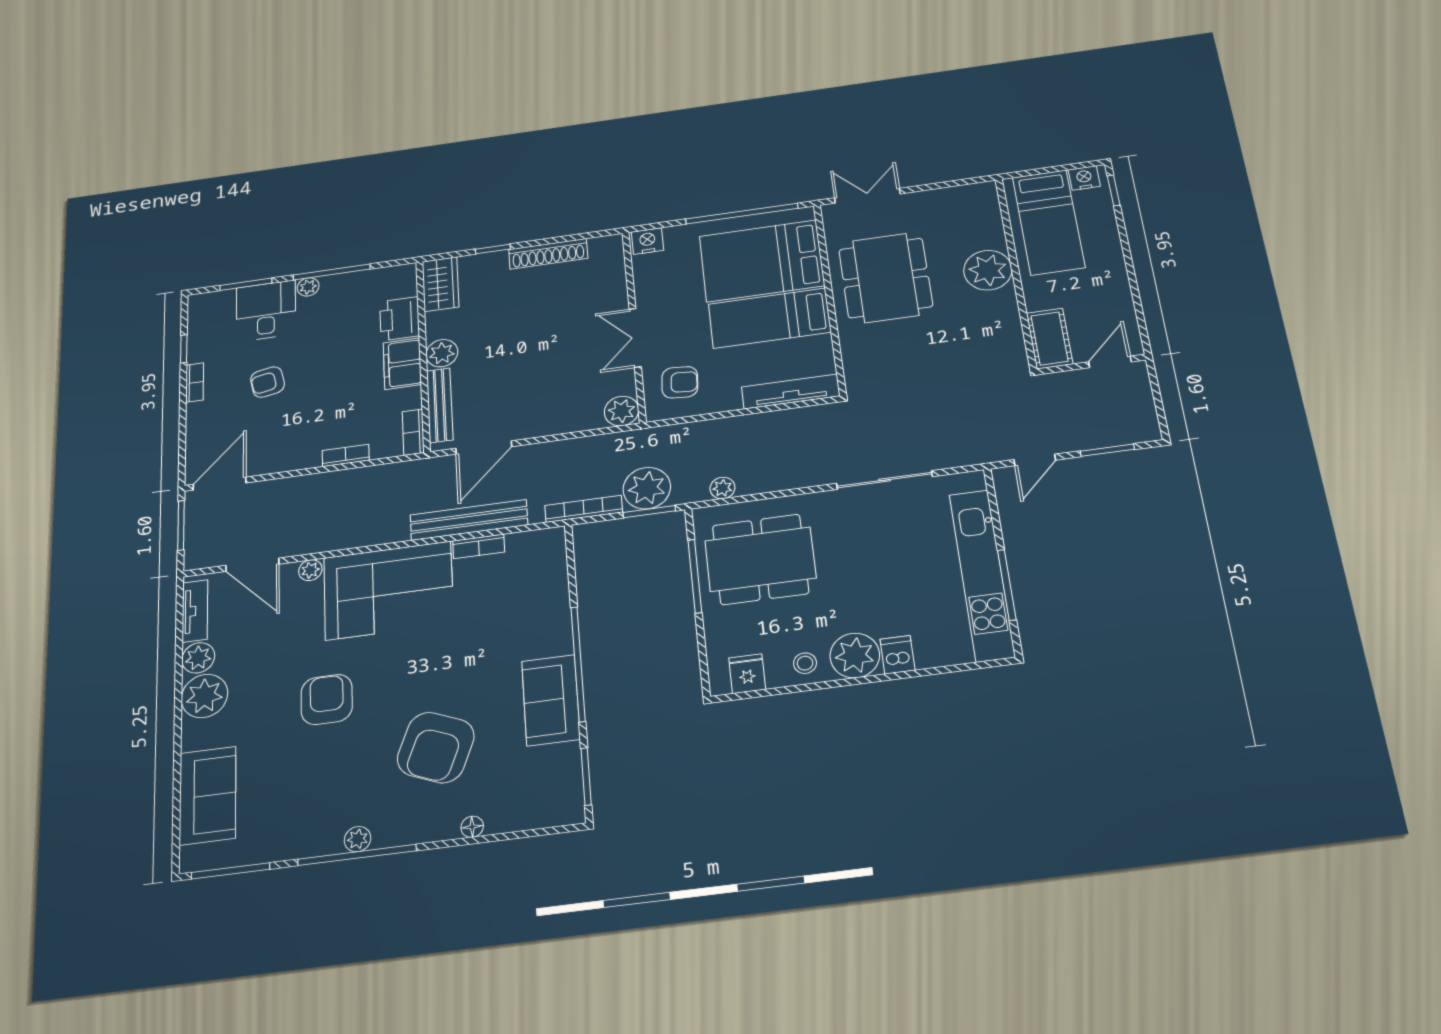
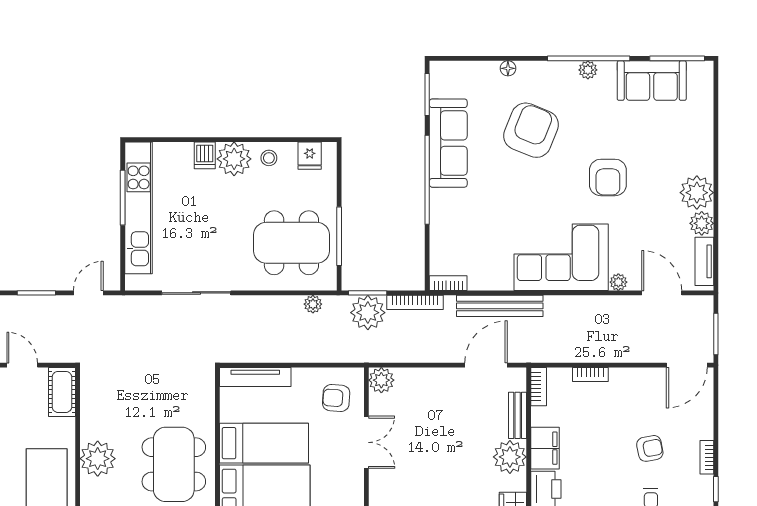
plant: (442, 353) -> (510, 457), width x1.36, depth x1.36
door: (1110, 362) -> (22, 365), swing flipped
bench: (440, 405) -> (518, 415), width x0.73
bookcase: (479, 546) -> (448, 283), moved
sofa: (551, 700) -> (448, 143), width x1.36
sofa: (208, 796) -> (652, 81), moved, turned -90

